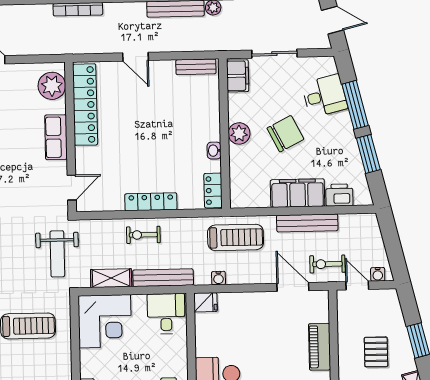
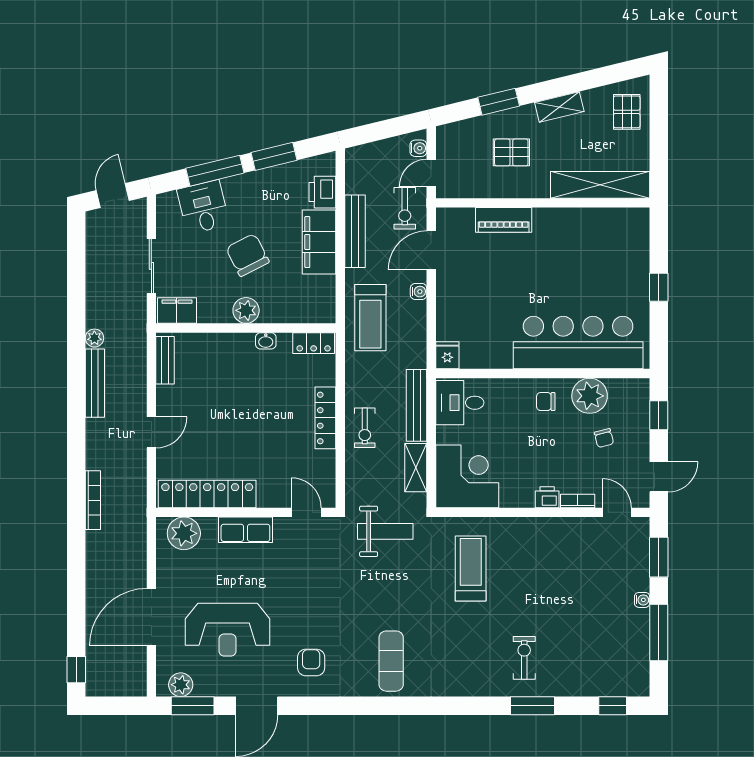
treadmill: (236, 237) -> (370, 318), turned 180
water cooler: (218, 278) -> (419, 292), moved

